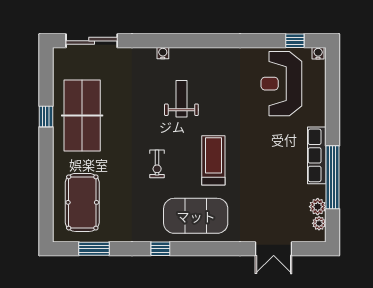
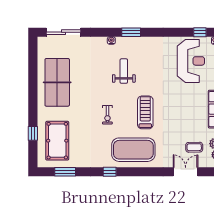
window: (192, 41) -> (131, 32), added
reception desk: (281, 84) -> (191, 61), turned 180
window: (46, 117) -> (33, 133), moved
coffee table: (286, 212) -> (194, 147), added
double door: (274, 249) -> (186, 172), swing flipped

